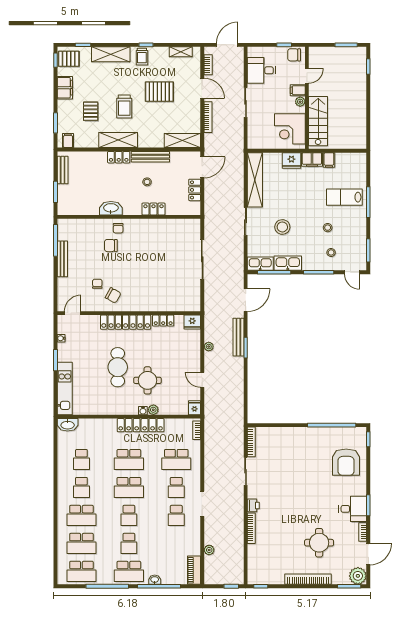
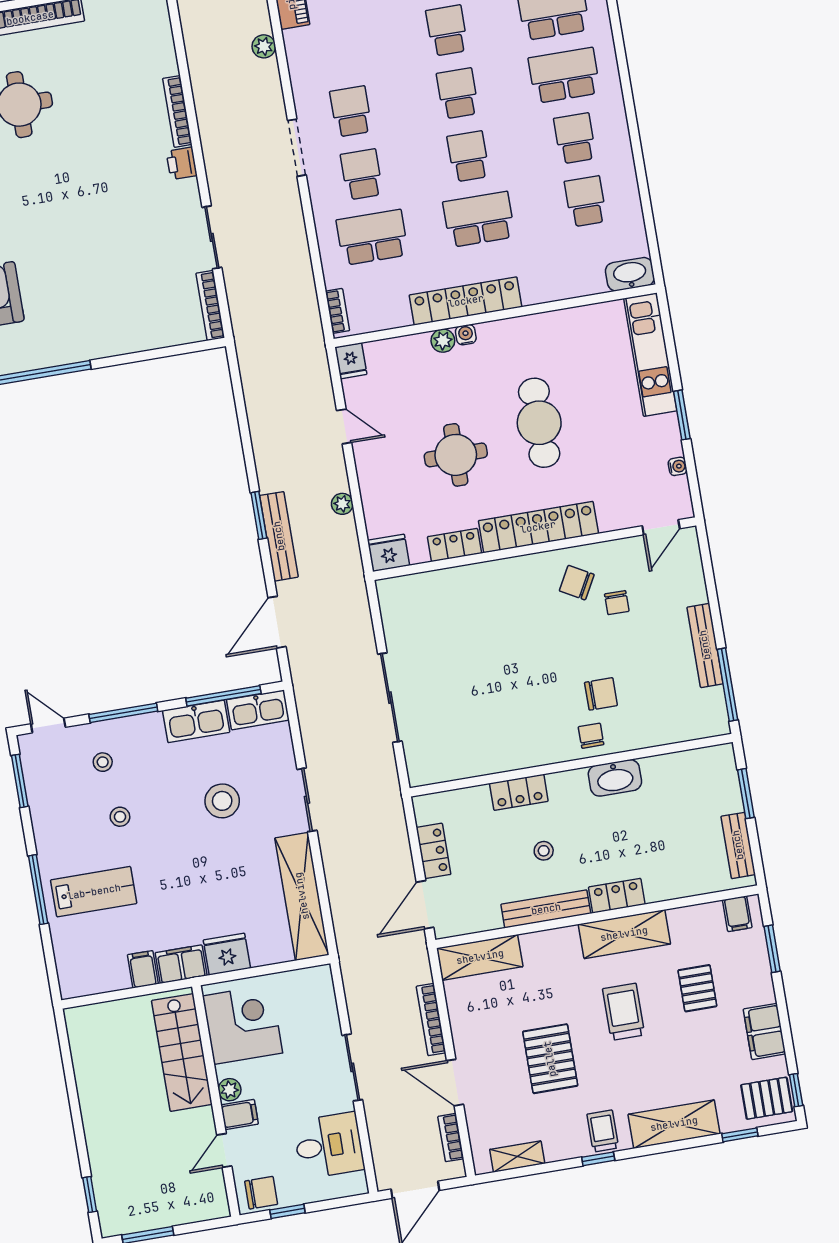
pallet: (159, 92) -> (550, 1059), turned 90
round table: (147, 380) -> (456, 455), moved
school desk: (129, 487) -> (468, 156), width x0.54

